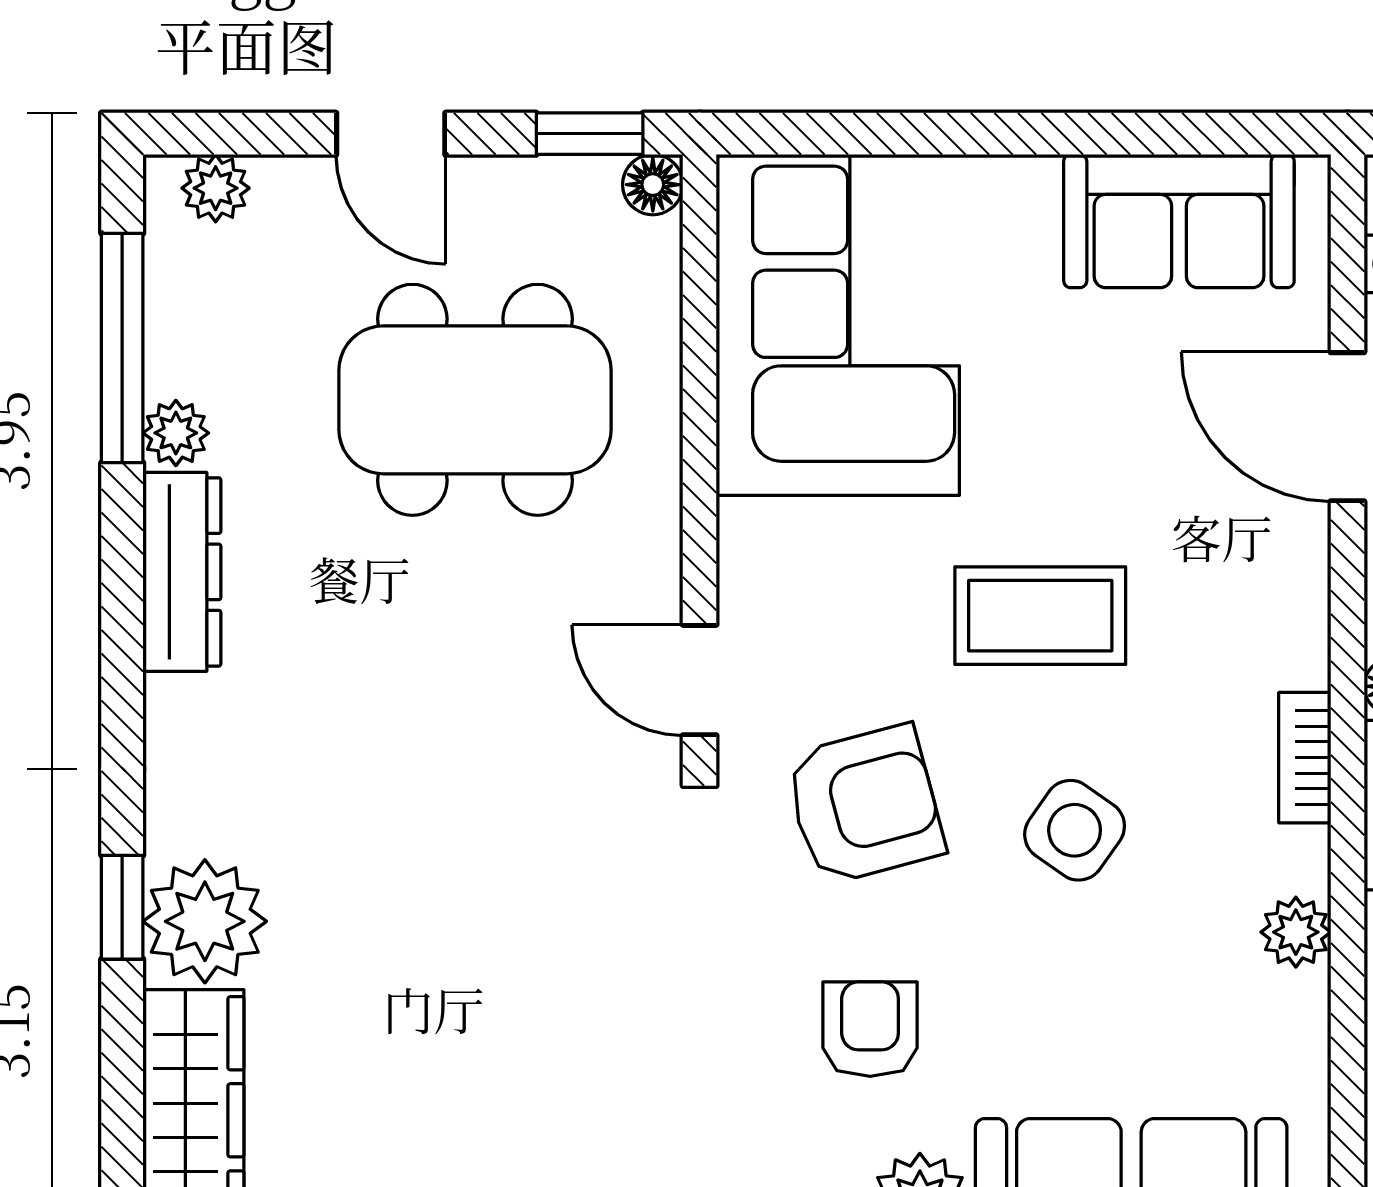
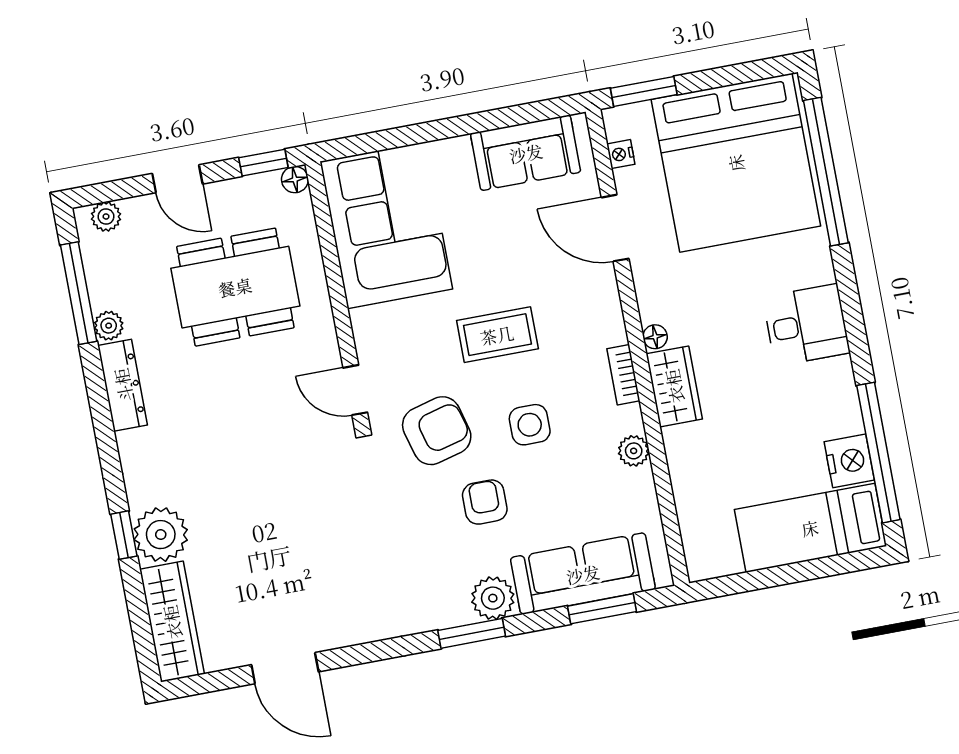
side table: (1075, 830) -> (530, 425), turned -35
armchair: (870, 1029) -> (485, 502), moved

